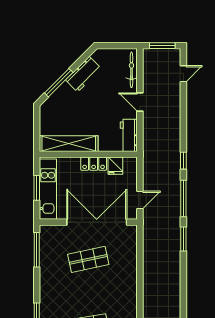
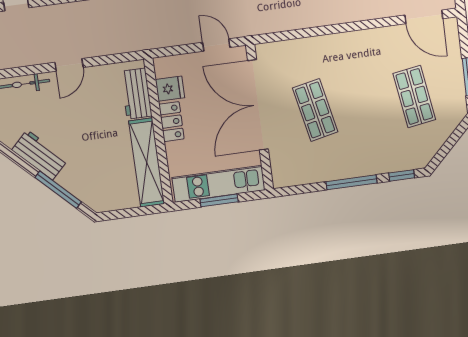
workbench: (129, 135) -> (136, 94), moved, turned 90
window: (37, 250) -> (351, 182), moved

